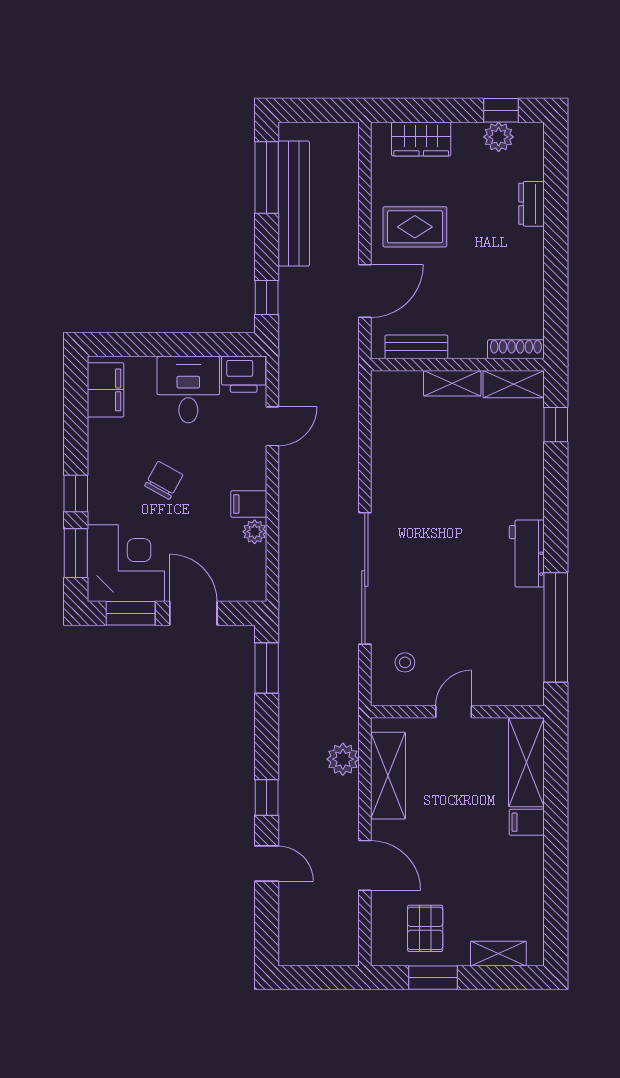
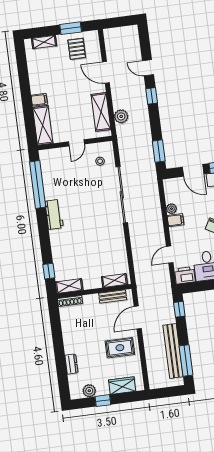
window: (501, 110) -> (103, 401), moved
shelving: (452, 383) -> (114, 280), moved

